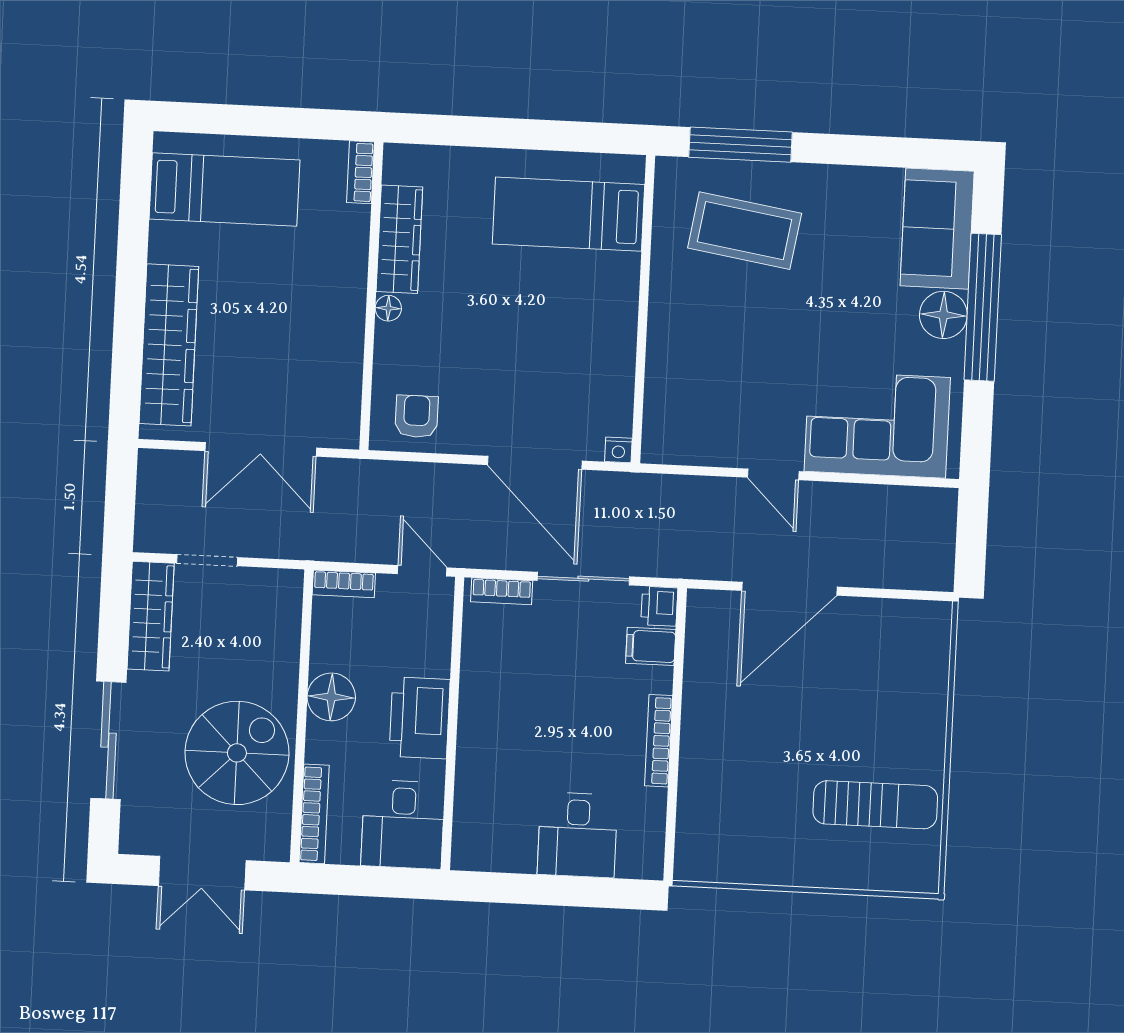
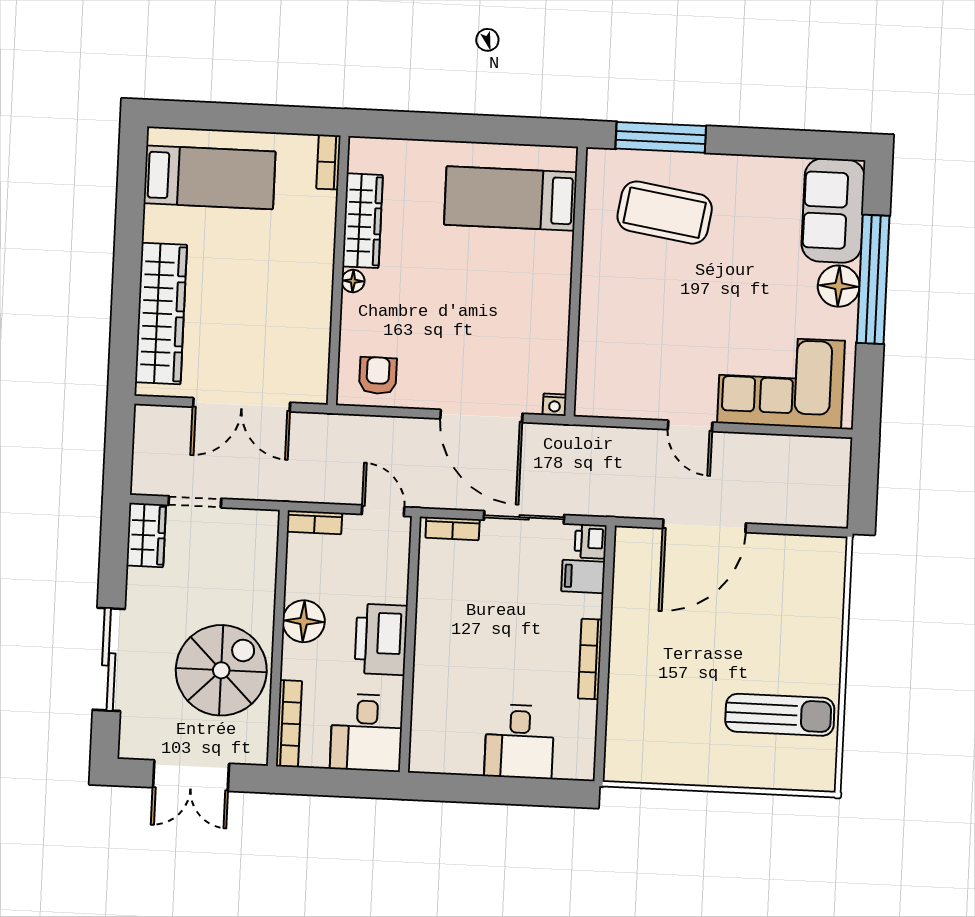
wardrobe: (151, 616) -> (146, 535), width x0.67

